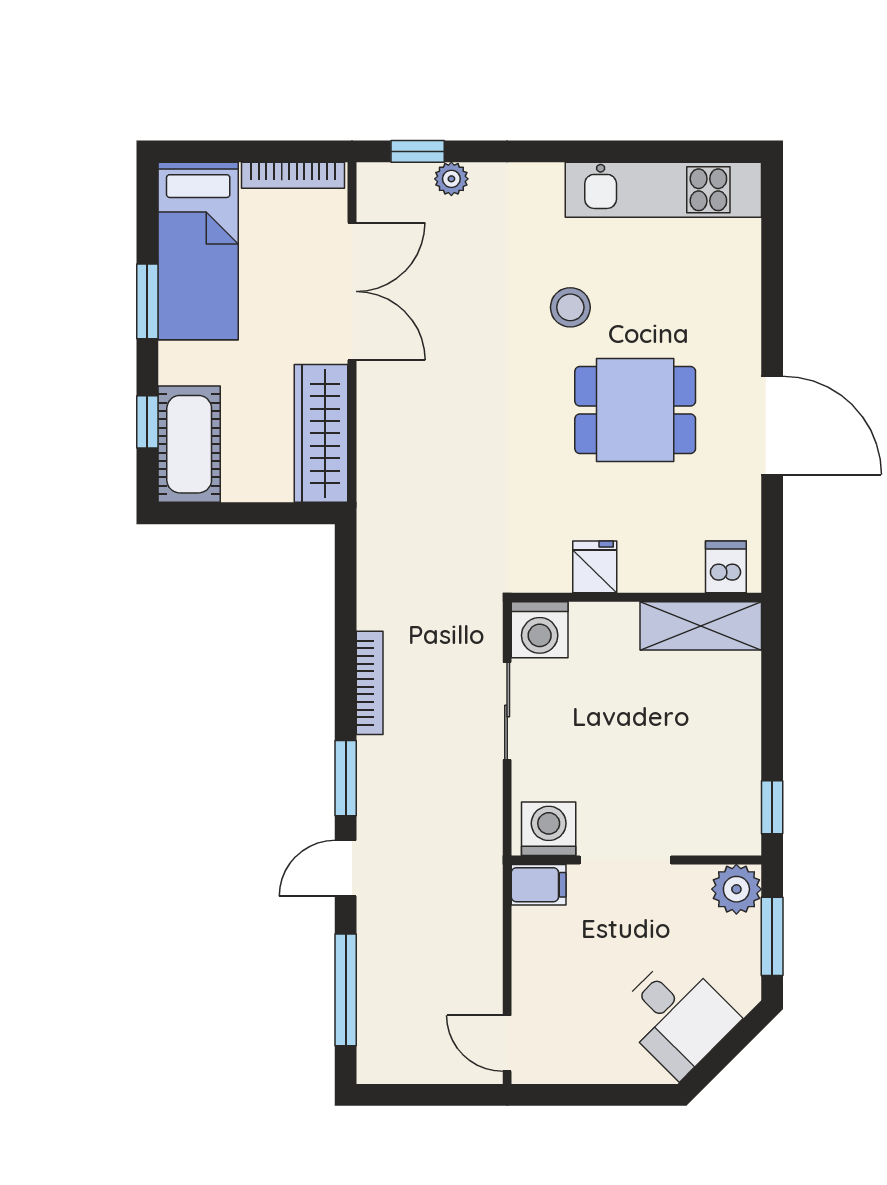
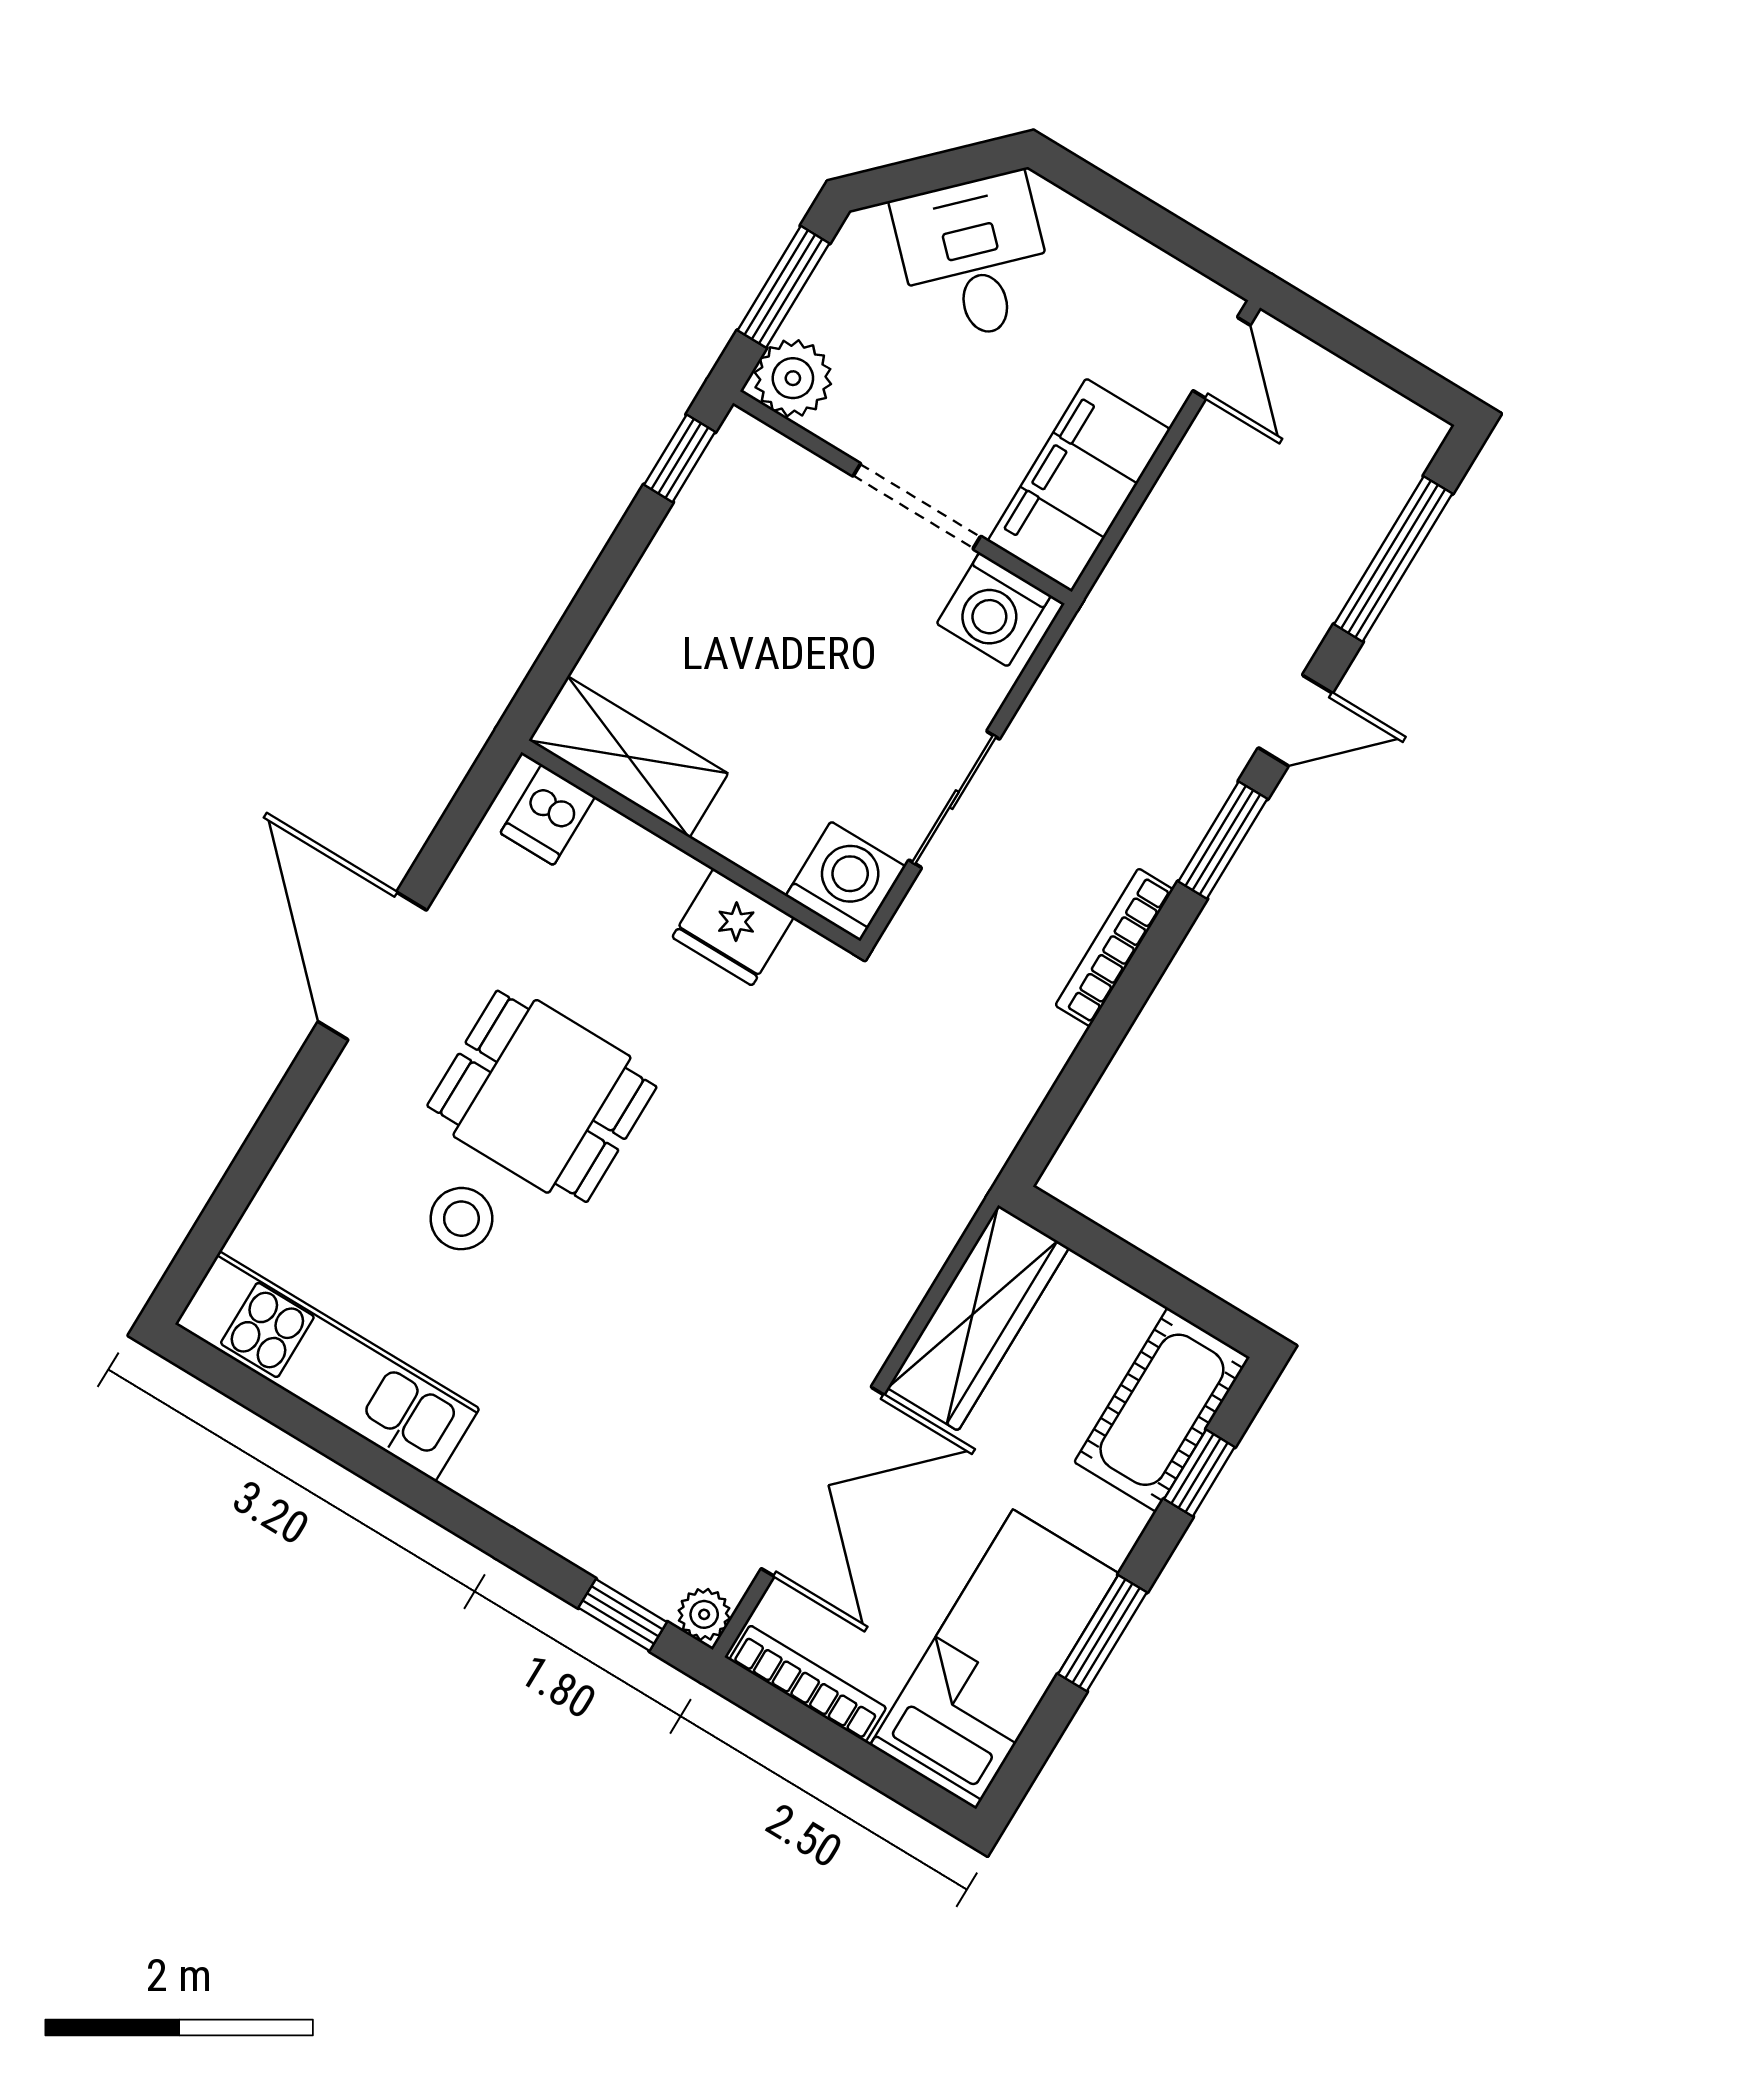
plant: (451, 179) -> (704, 1614), moved
double door: (352, 291) -> (823, 1482), swing flipped
stool: (570, 307) -> (461, 1219), moved
fridge: (595, 567) -> (733, 927), width x1.38
filing cabinet: (539, 885) -> (1079, 485), width x3.00, depth x1.17

